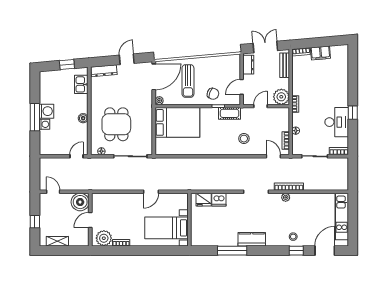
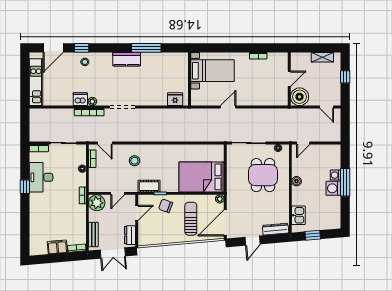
dishwasher: (219, 200) -> (80, 99), moved
plant: (104, 238) -> (276, 60), removed

